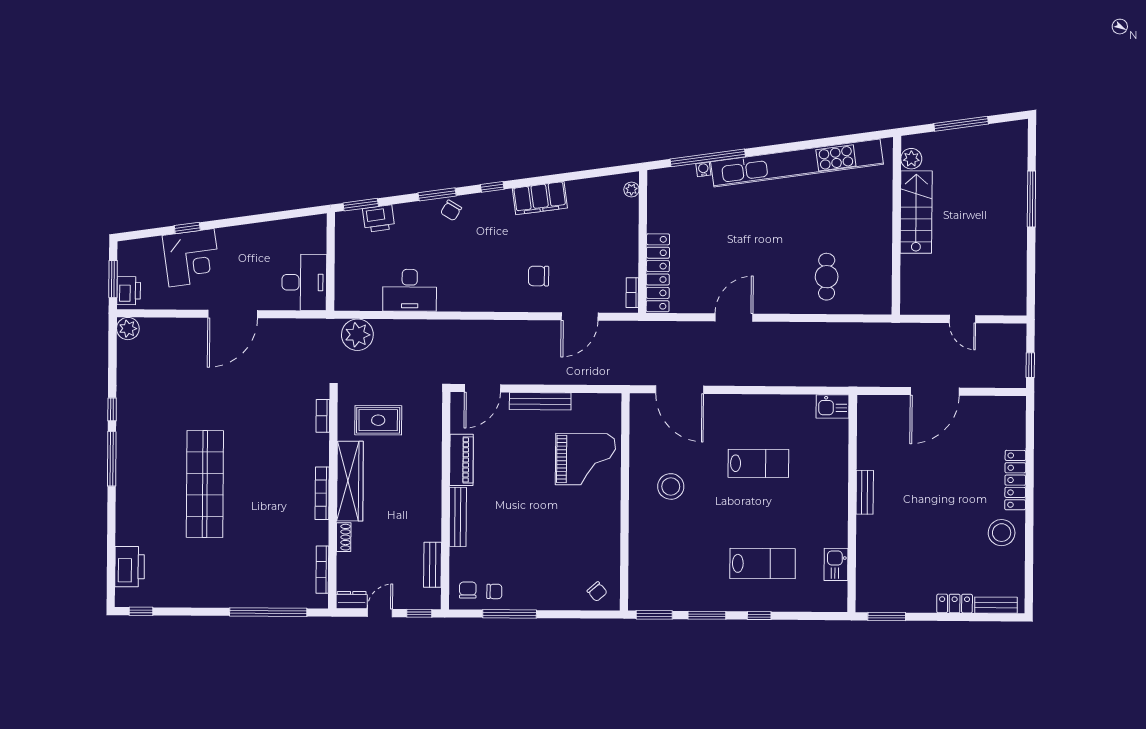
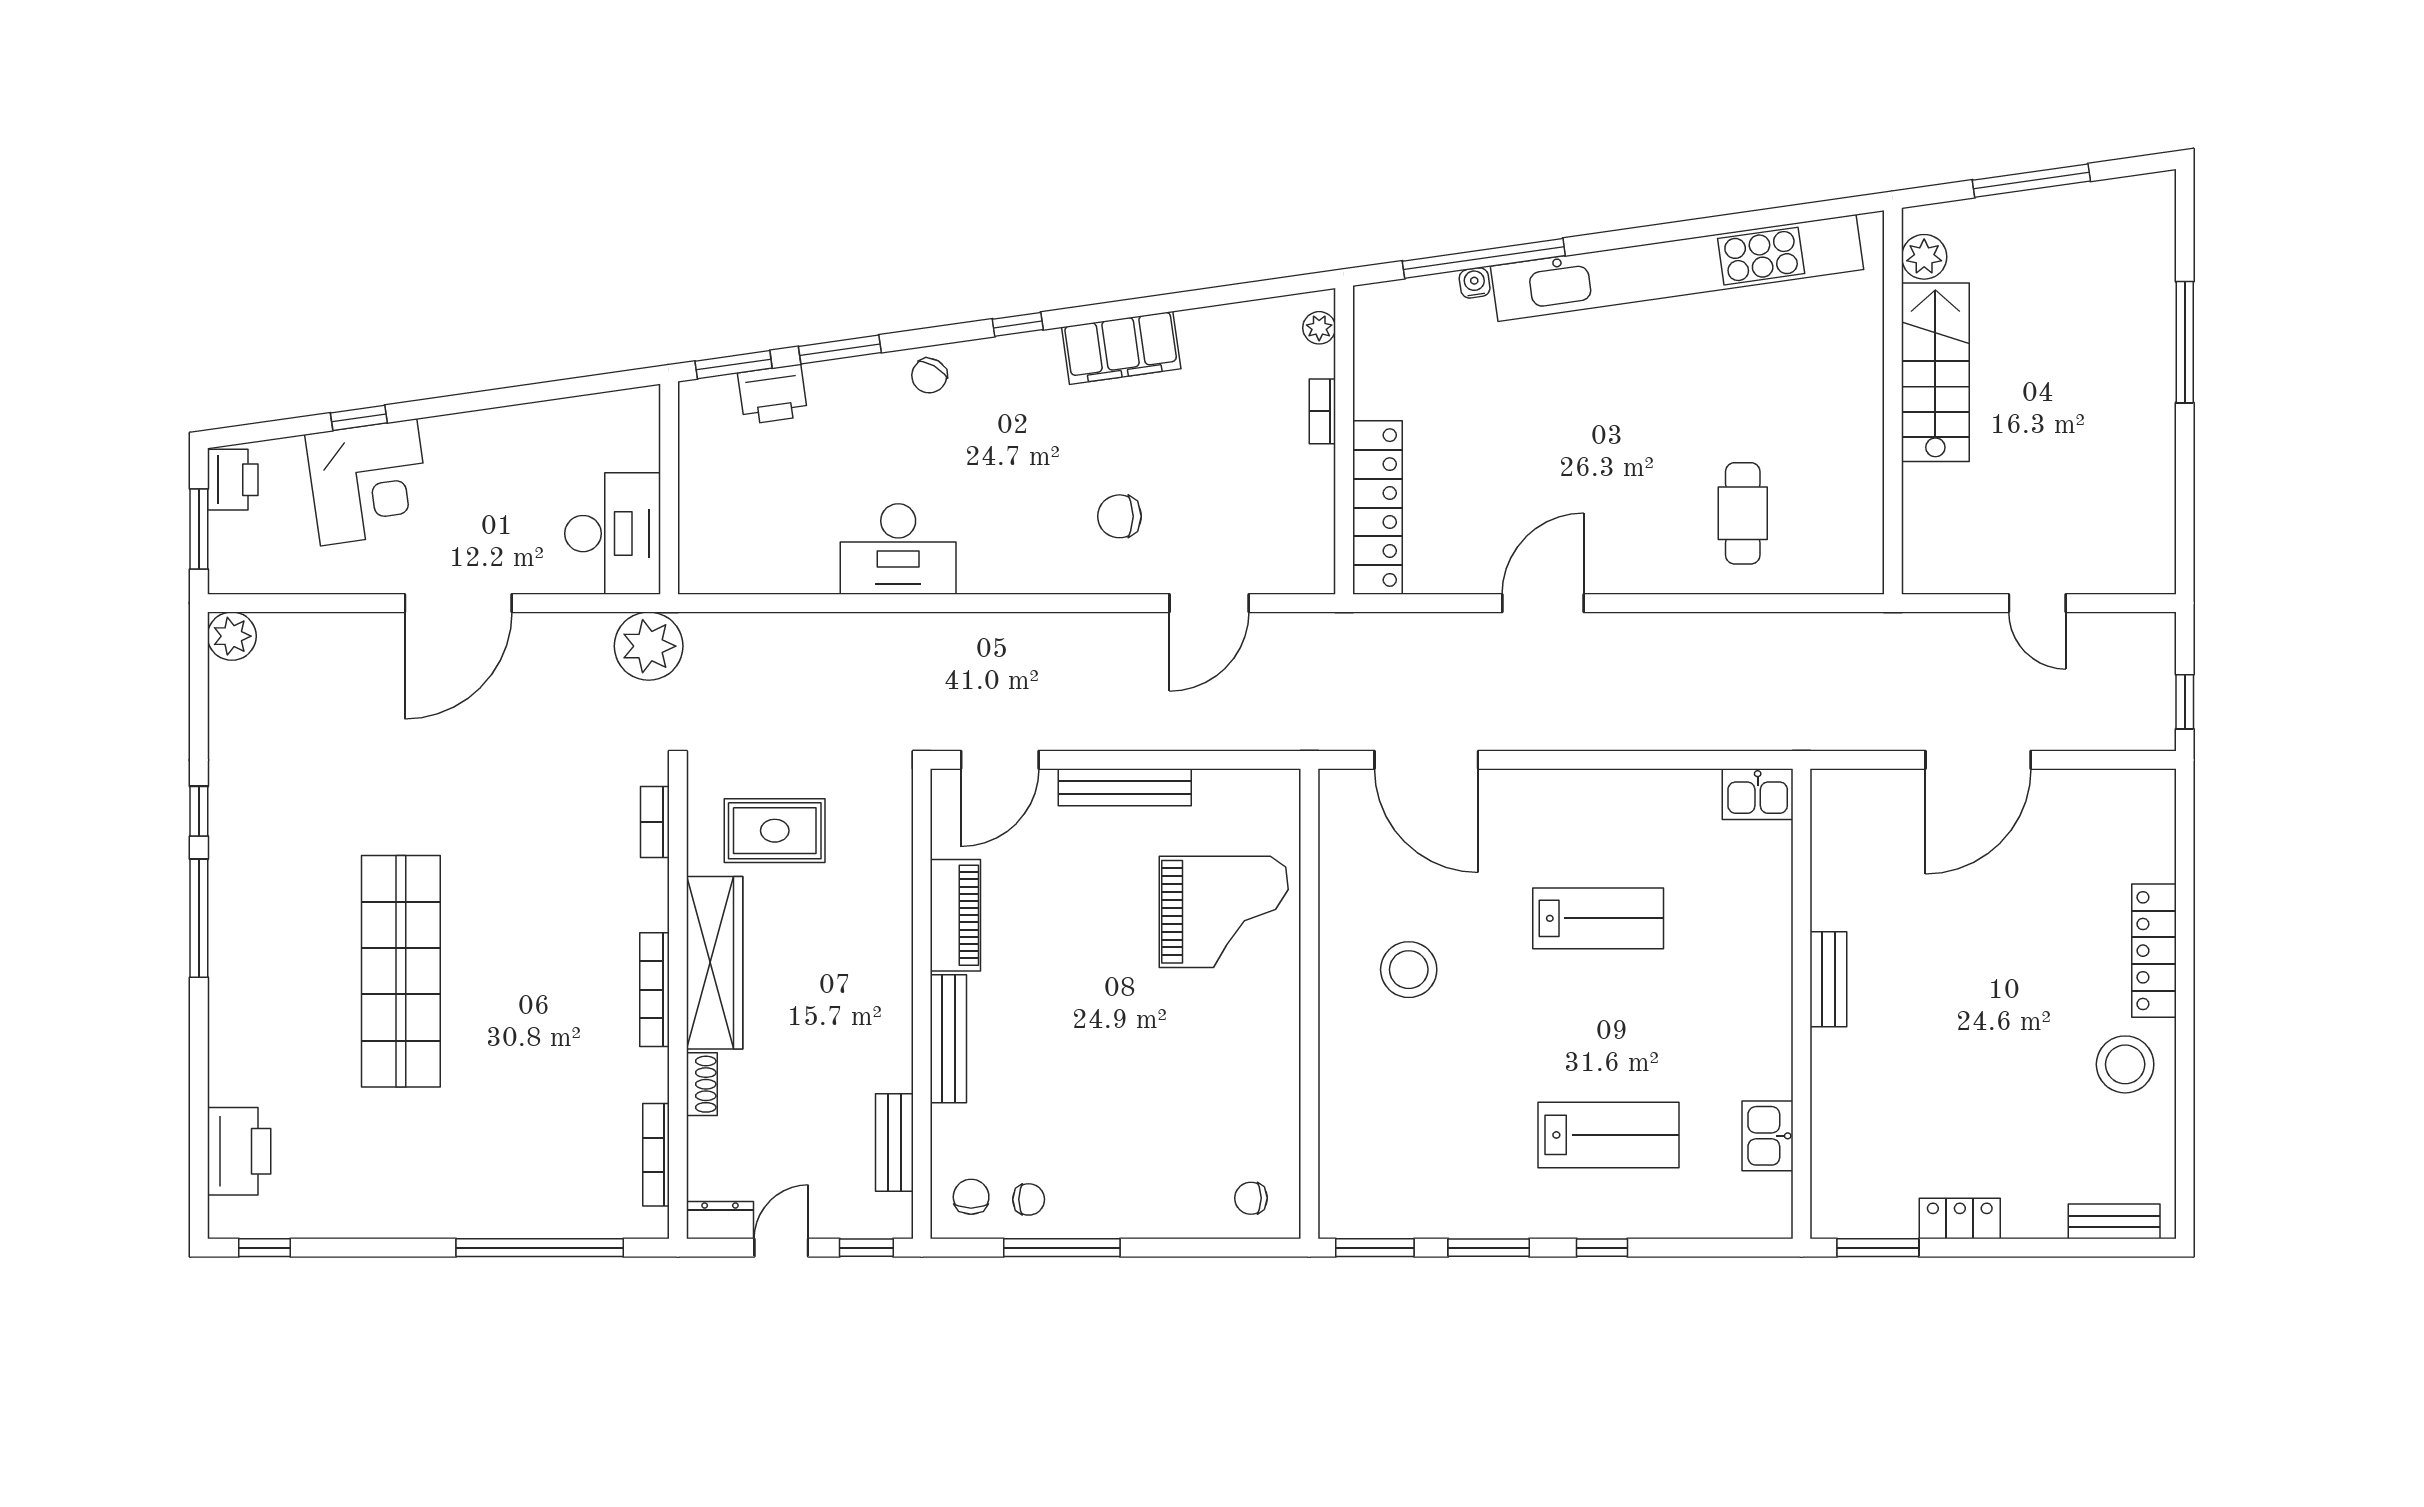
window: (437, 194) -> (840, 350), moved
desk: (410, 290) -> (898, 549), moved
printer: (129, 291) -> (233, 480), moved
bookcase: (632, 293) -> (1322, 411), moved
plant: (357, 335) -> (649, 646), moved
chair: (597, 592) -> (1251, 1198), turned 131
locker: (955, 604) -> (1960, 1219), moved

